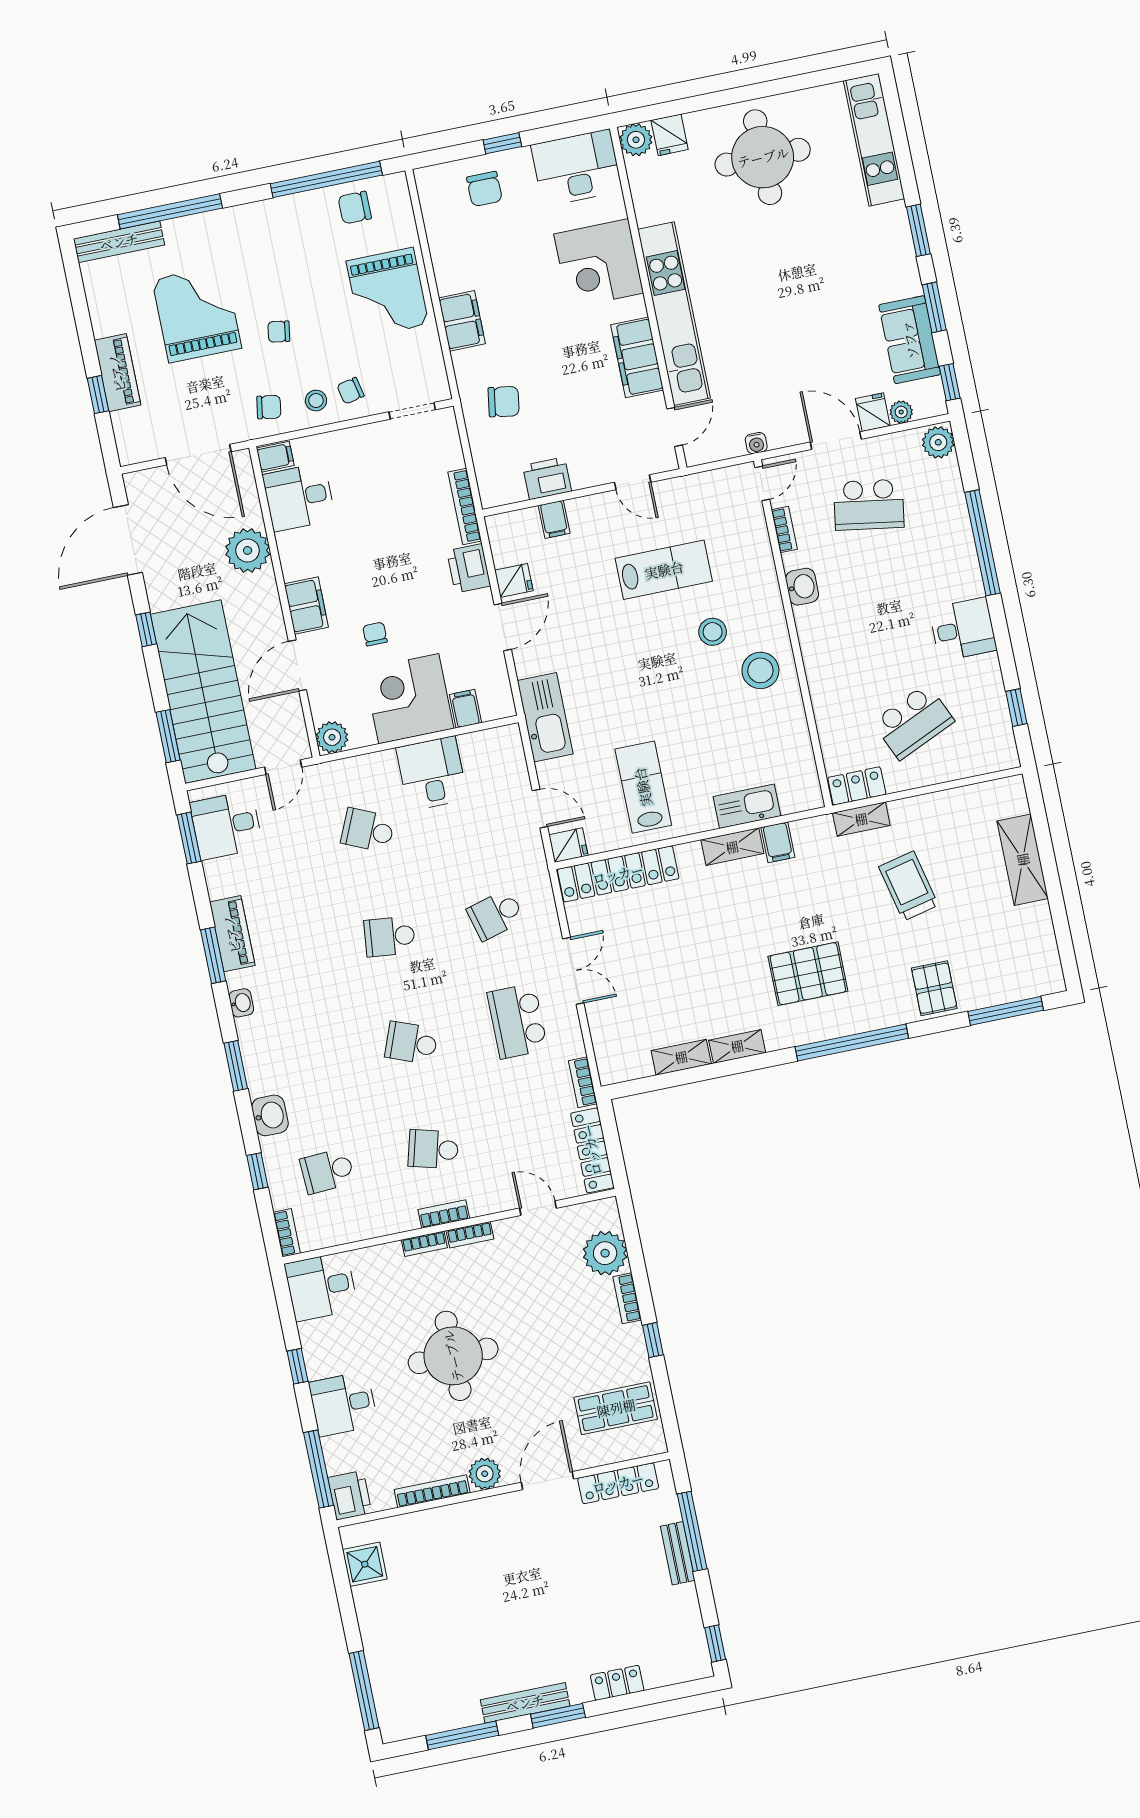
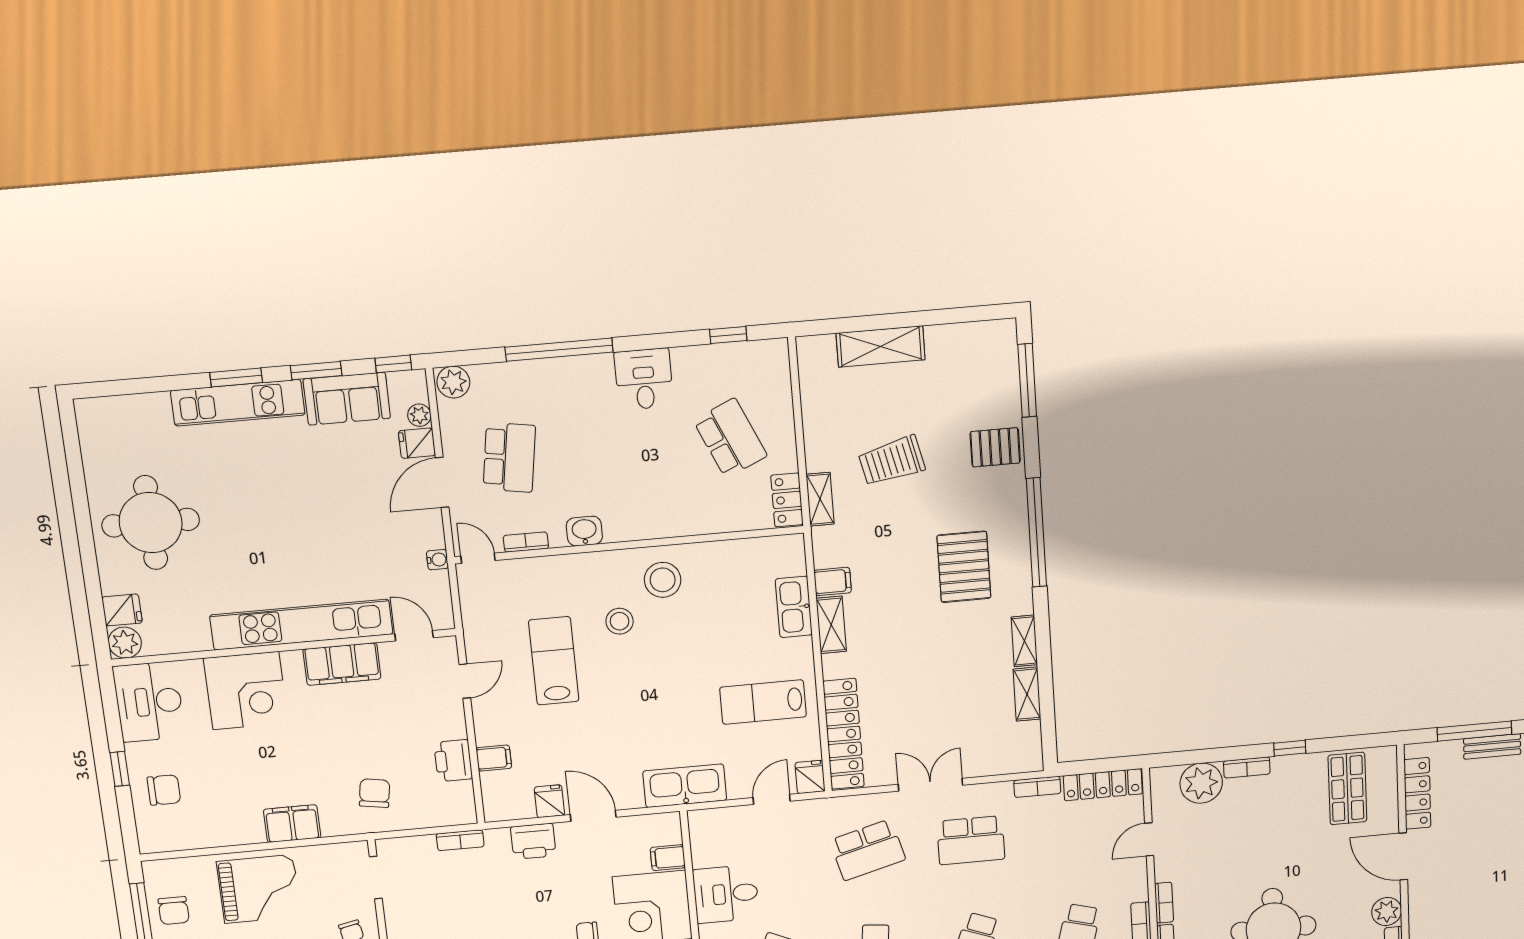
kitchen unit: (874, 140) -> (238, 403), moved
bookcase: (465, 506) -> (460, 840), width x0.64
school desk: (496, 915) -> (868, 850), width x1.85

